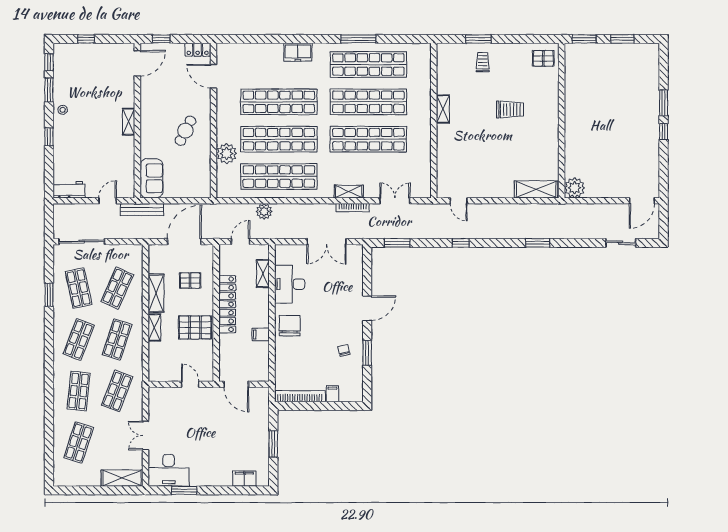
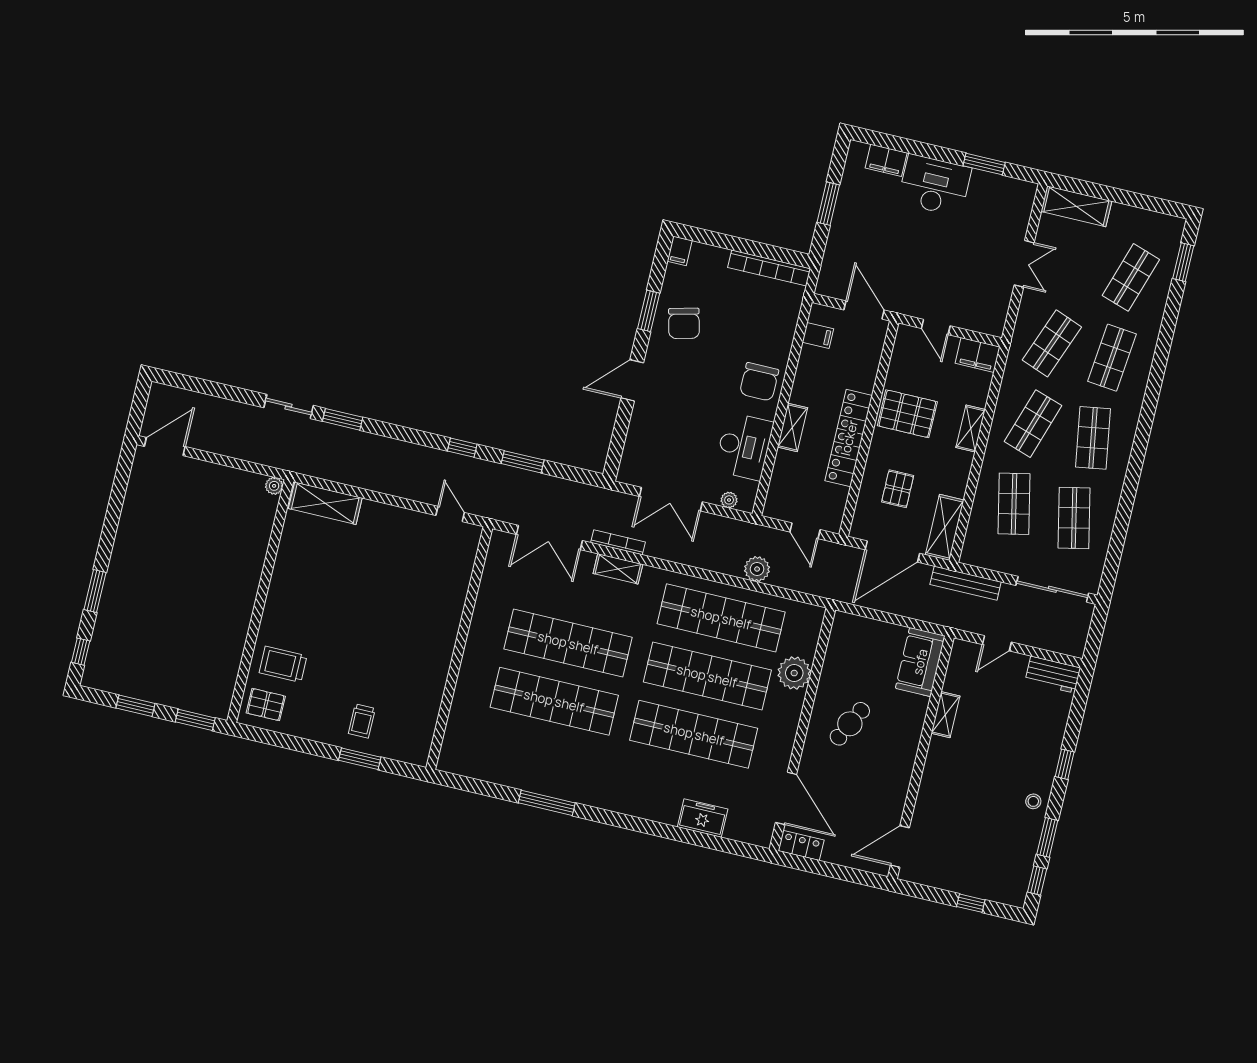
window: (161, 39) -> (854, 875), removed
freezer: (298, 52) -> (703, 818), moved
shop shelf: (368, 64) -> (541, 759), removed
door: (213, 76) -> (786, 798), width x1.36
shelving: (443, 109) -> (441, 663), removed
trolley: (510, 110) -> (283, 664), moved
shelving: (129, 122) -> (945, 715), moved
window: (664, 132) -> (81, 652), moved
plant: (575, 188) -> (274, 486), width x0.53, depth x0.53
double door: (395, 201) -> (549, 537), width x1.37
bench: (142, 209) -> (966, 583), moved
door: (240, 242) -> (805, 531), hinge flipped
double door: (327, 242) -> (671, 499), swing flipped
window: (397, 243) -> (523, 462), moved
sliding door: (621, 243) -> (289, 407), moved
plant: (291, 249) -> (729, 500), added
shelving: (263, 274) -> (793, 427), moved
pallet: (190, 280) -> (898, 489), turned 90
shop shelf: (117, 288) -> (1014, 504), turned -36
shelving: (156, 293) -> (945, 527), moved
window: (49, 295) -> (1183, 262), moved
filing cabinet: (261, 334) -> (818, 336), moved
shop shelf: (79, 340) -> (1093, 438), turned -30
chair: (344, 350) -> (684, 323), width x1.87, depth x1.87
filing cabinet: (161, 373) -> (978, 355), added
filing cabinet: (332, 394) -> (680, 251), moved
desk: (169, 470) -> (935, 185), moved

